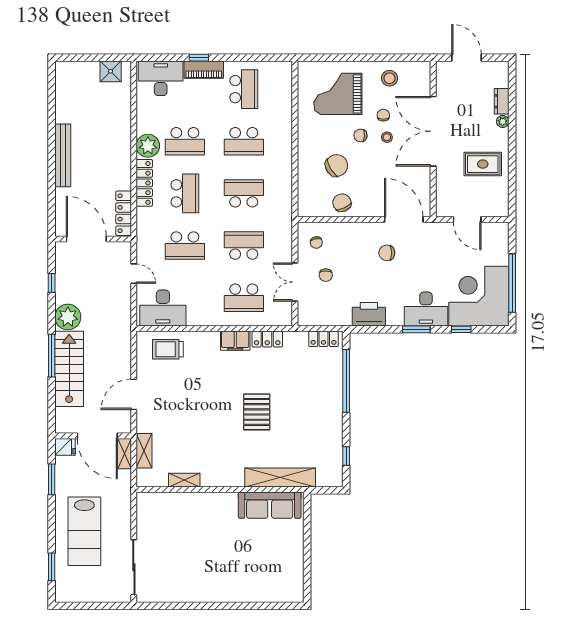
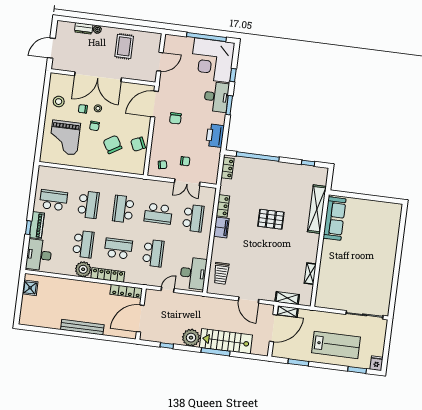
school desk: (244, 246) -> (158, 214), turned -90
fridge: (65, 447) -> (376, 363), moved

